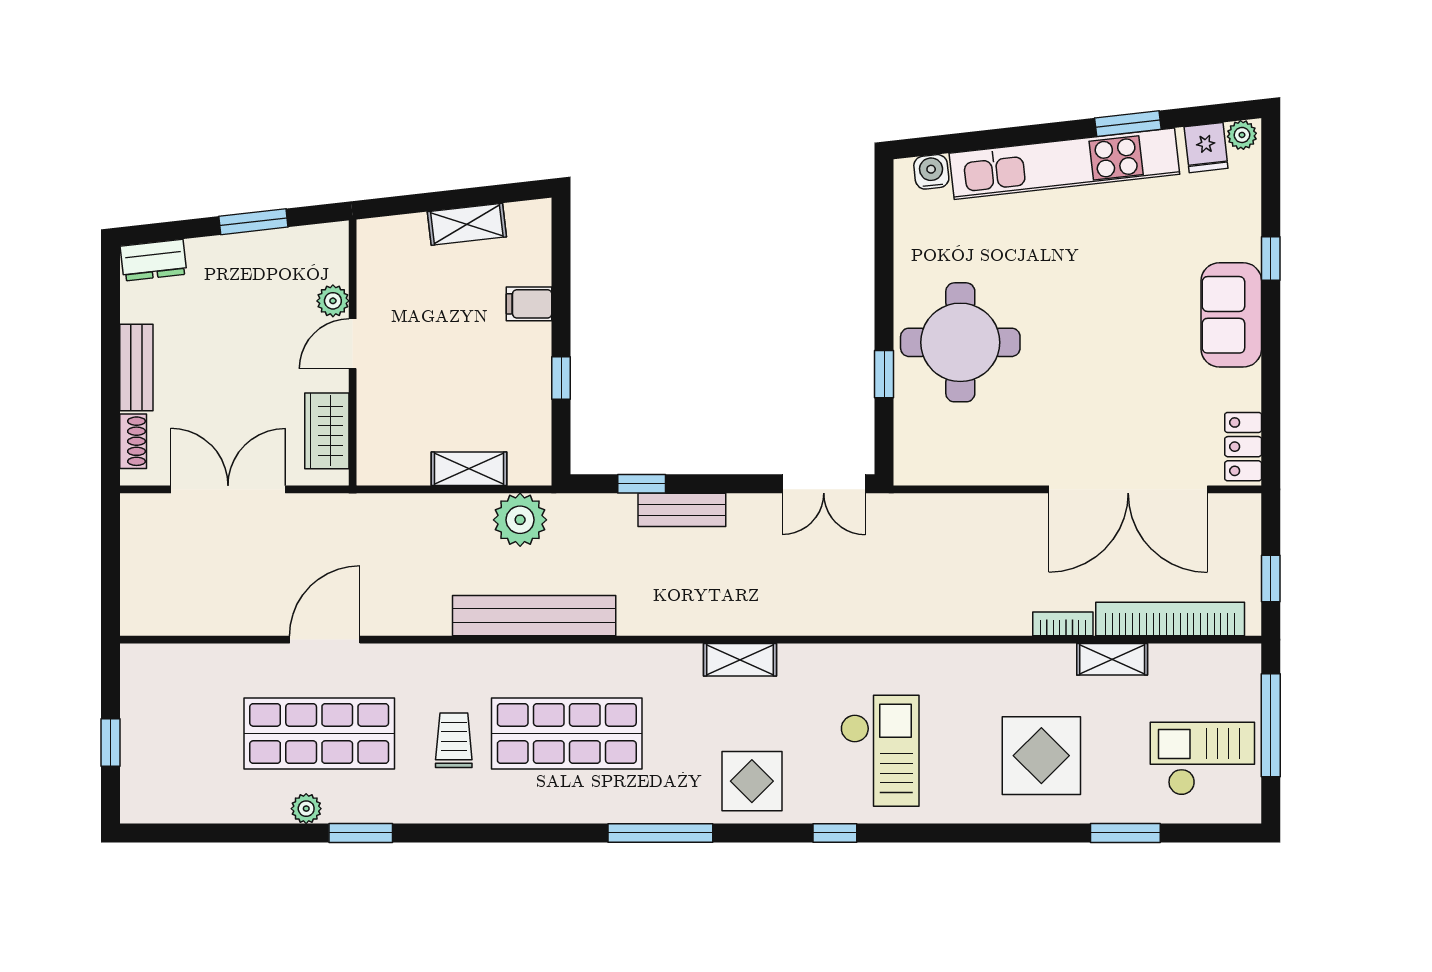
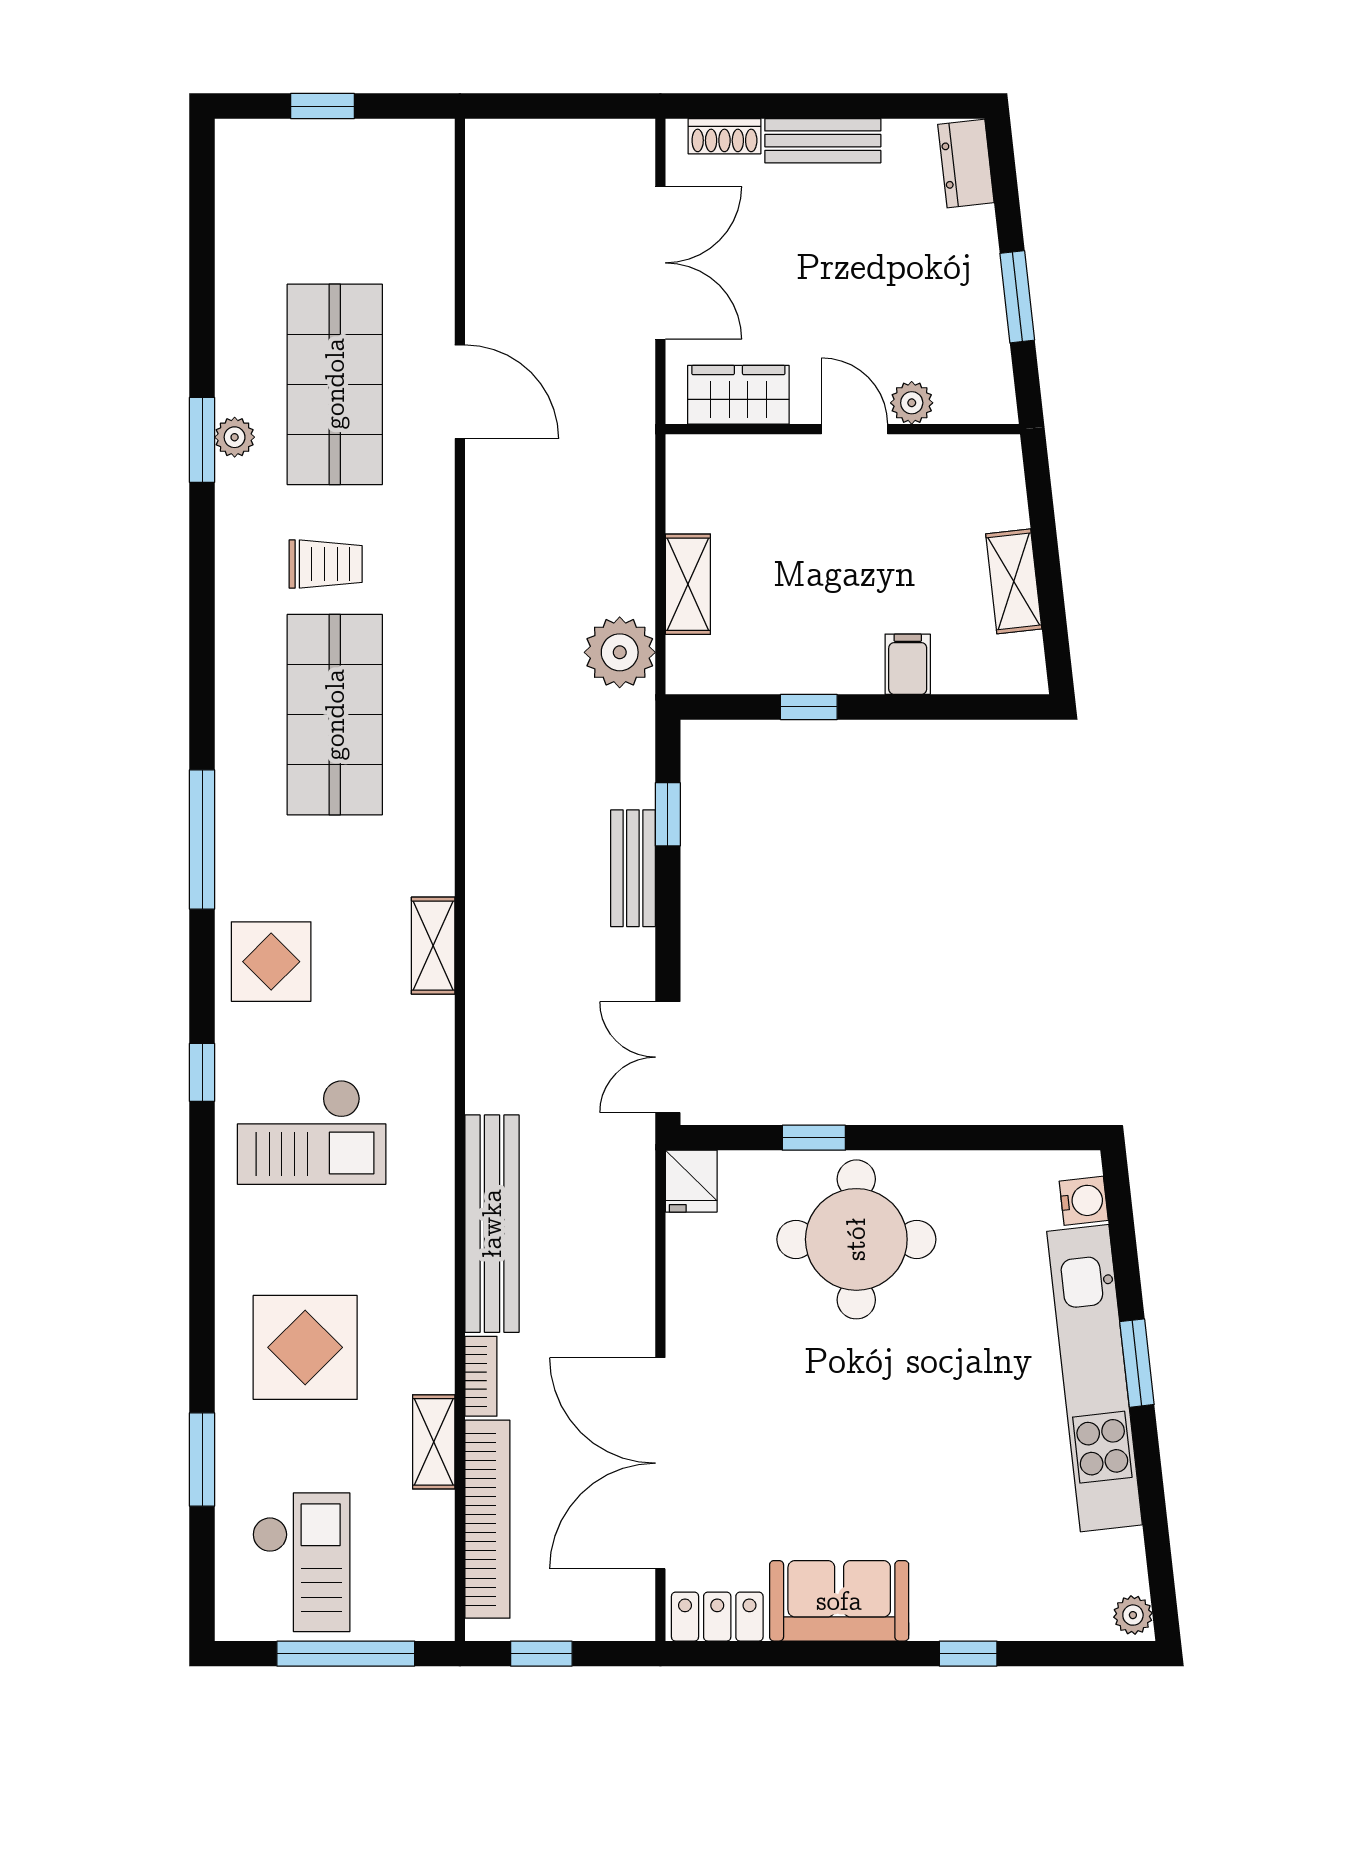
window: (1128, 124) -> (1137, 1363), moved
fridge: (1206, 148) -> (691, 1181), moved, turned -84
sofa: (1231, 315) -> (839, 1601), moved
bench: (534, 616) -> (492, 1224), moved
plant: (306, 809) -> (235, 437), moved

